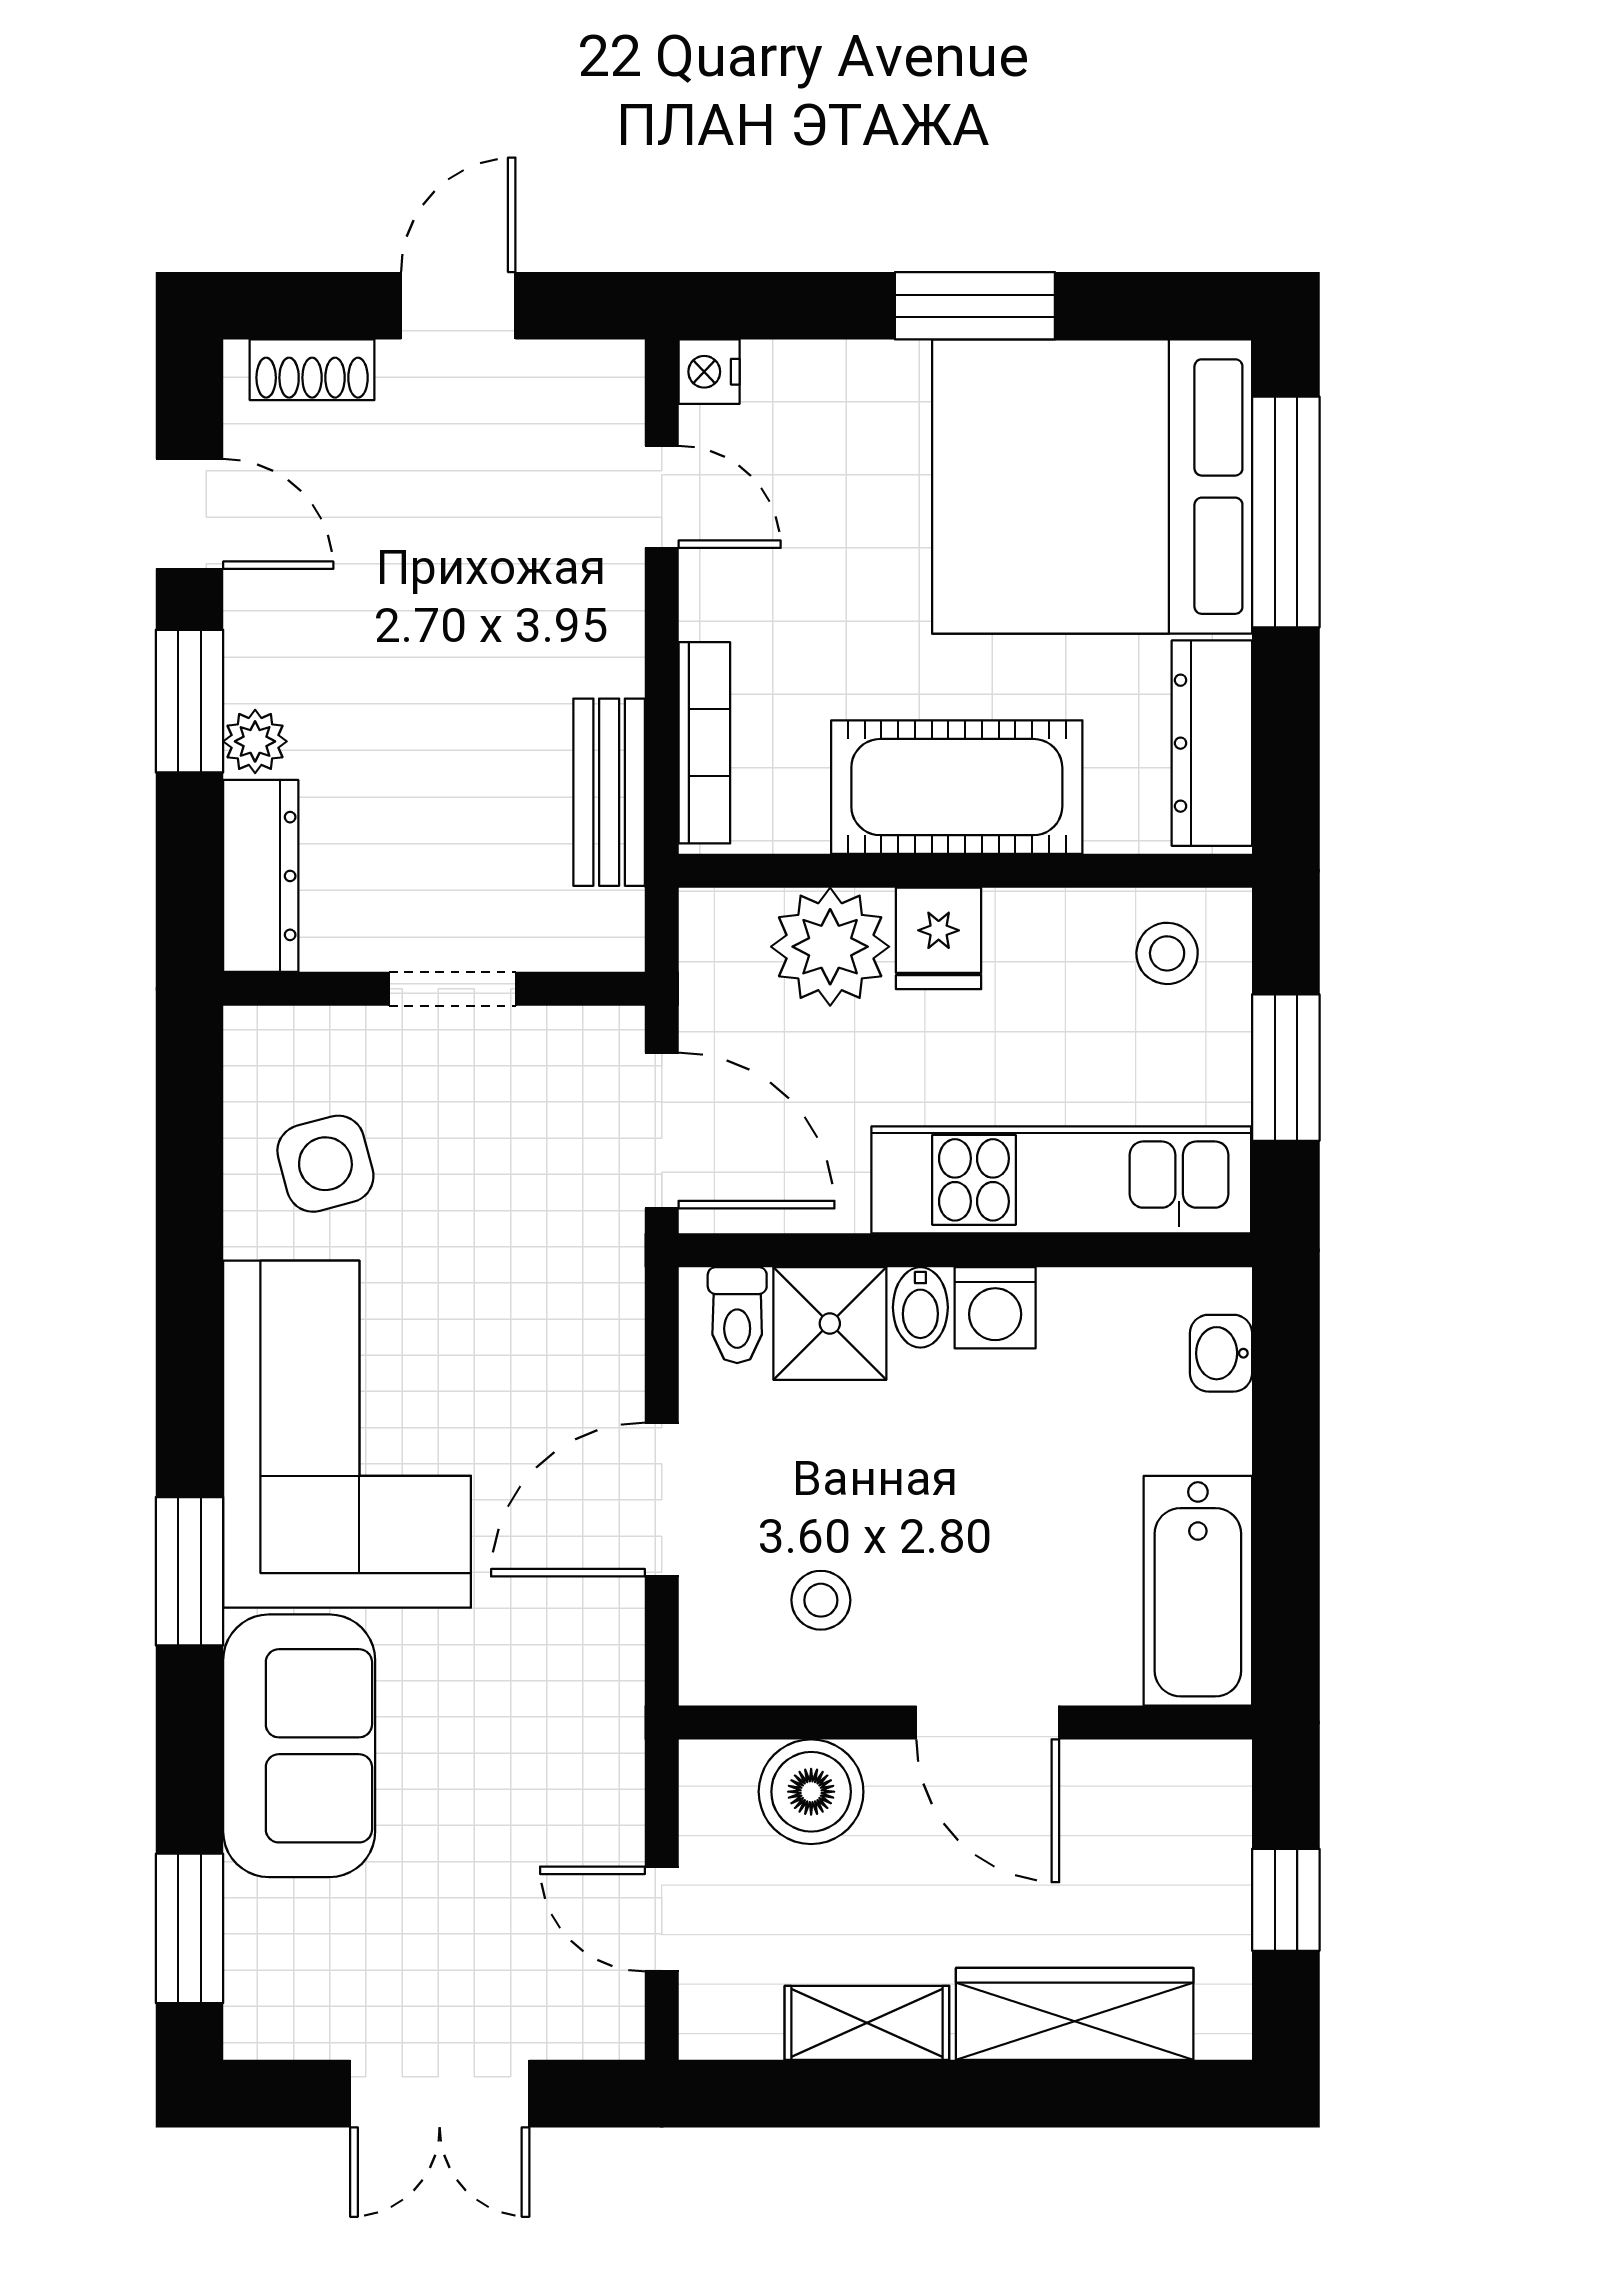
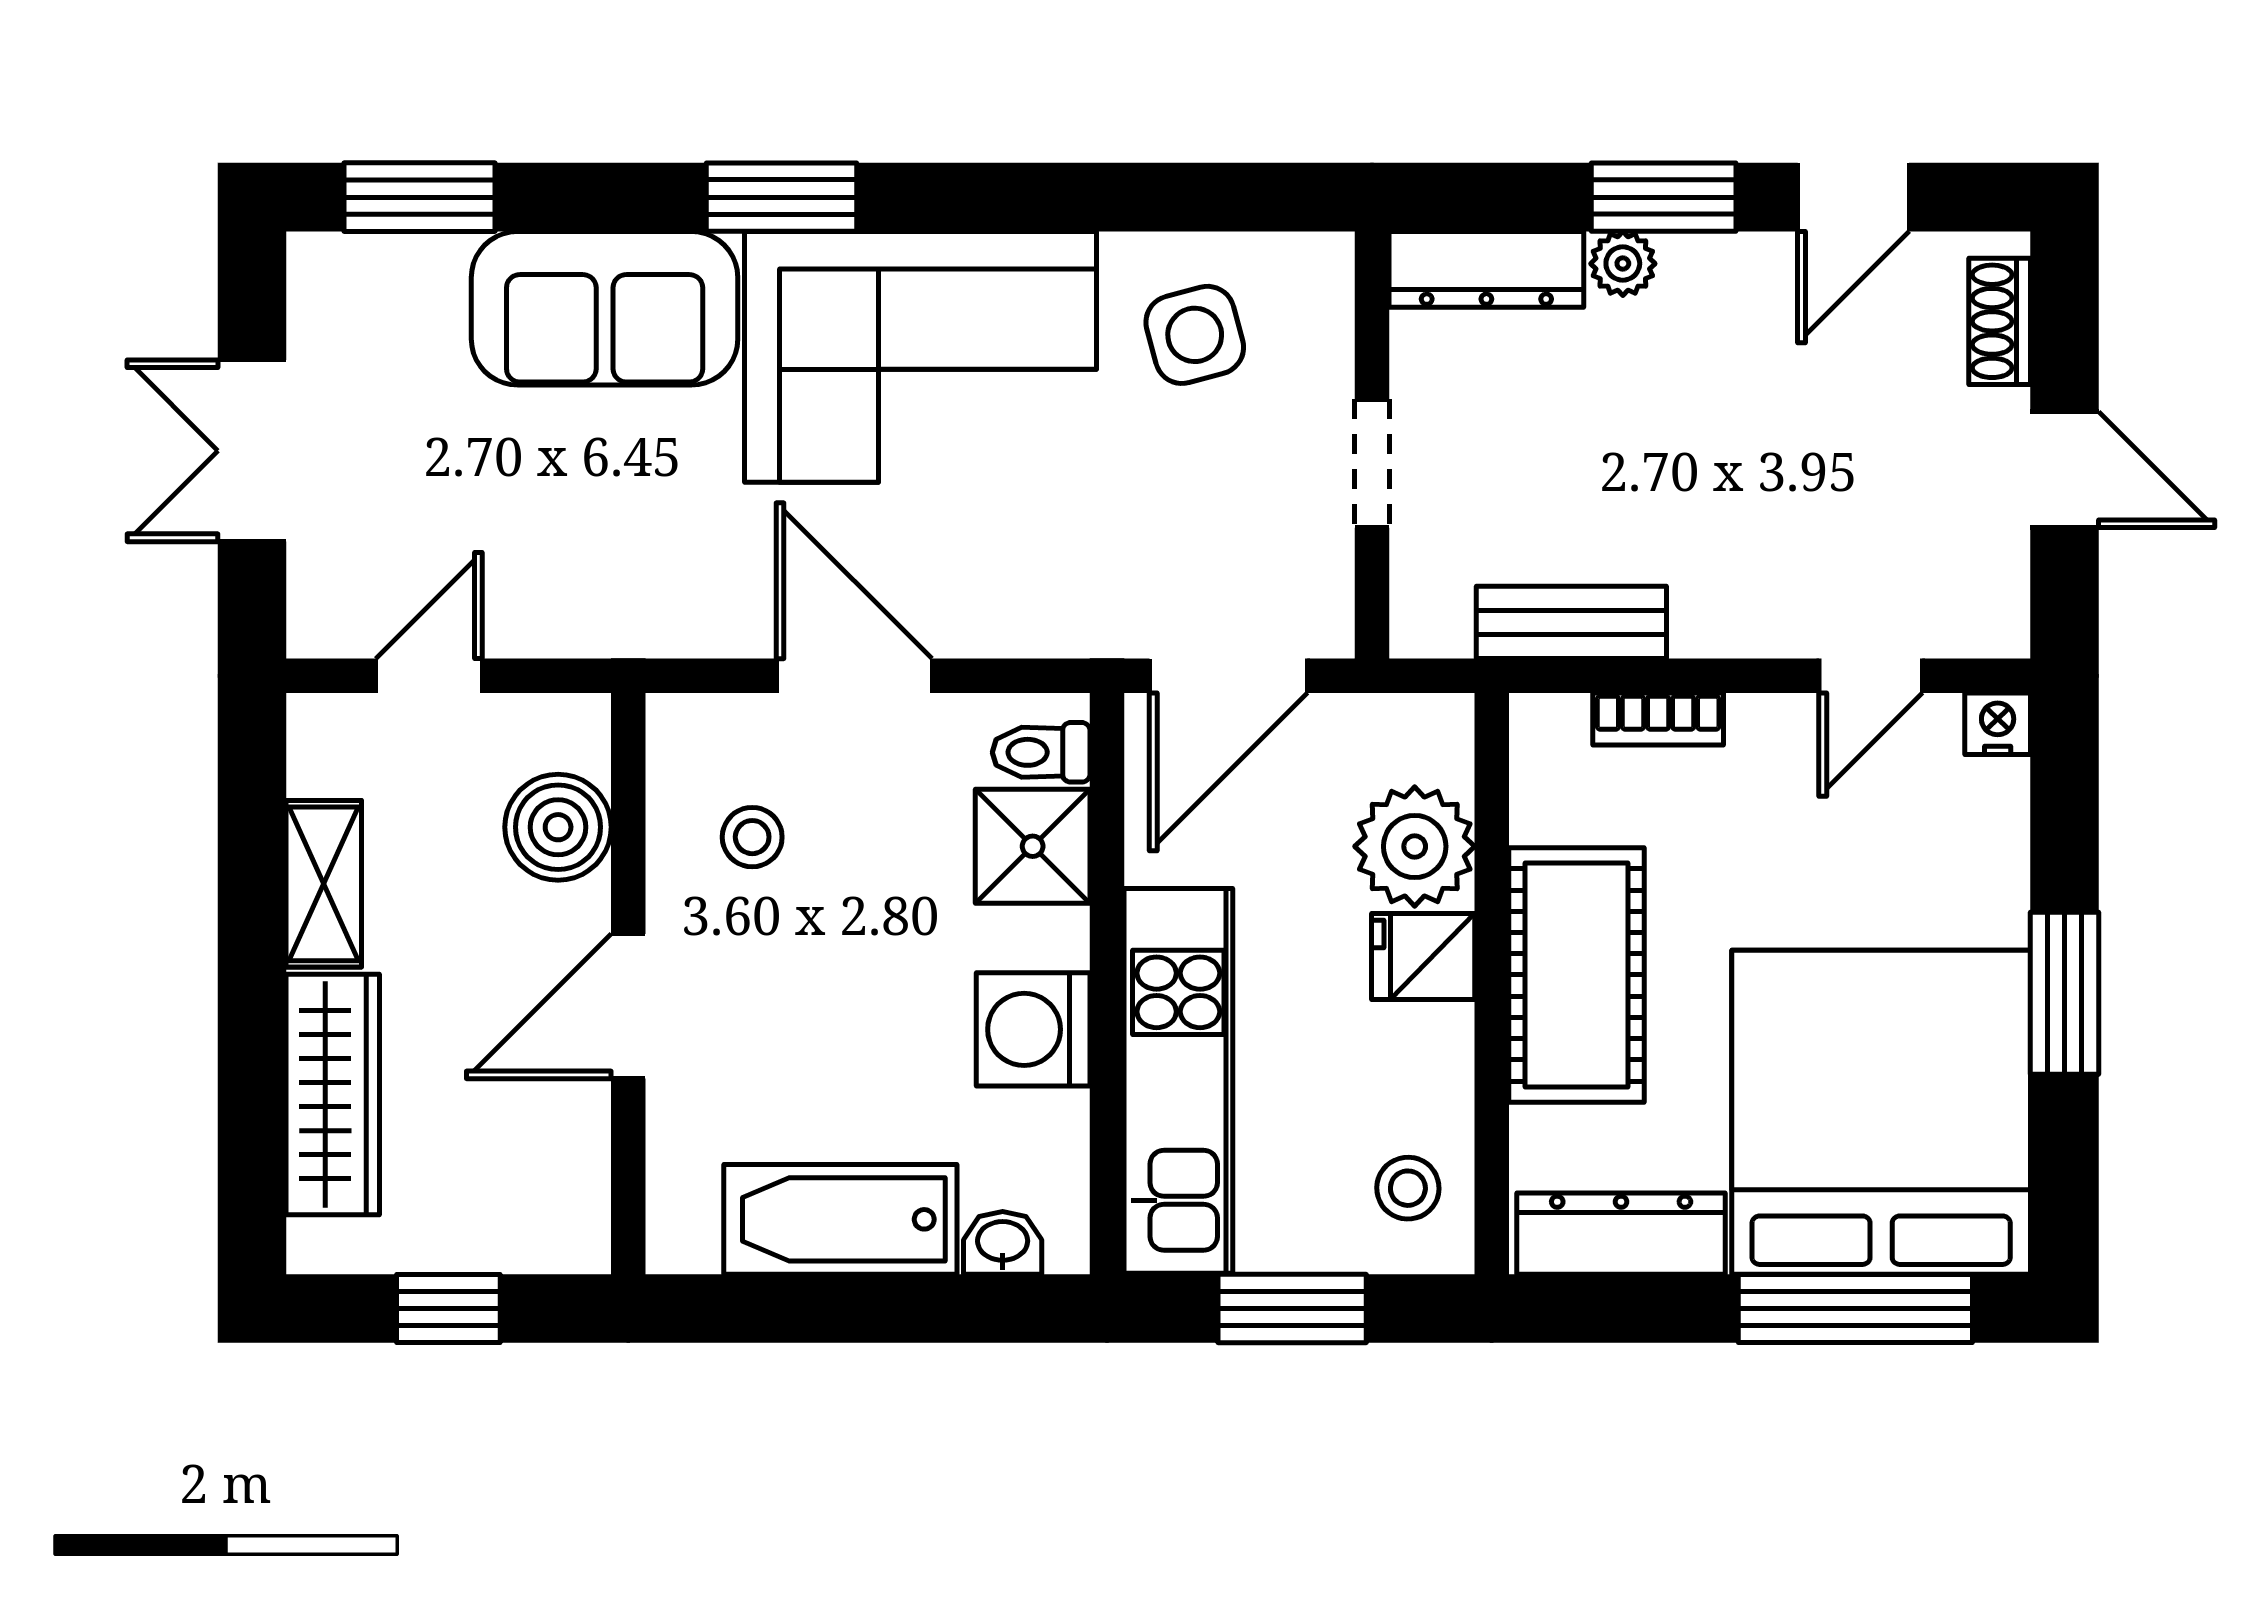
bookcase: (704, 743) -> (1658, 719), width x0.64
bidet: (920, 1307) -> (1049, 938), removed
washing machine: (995, 1308) -> (1033, 1029), width x1.38, depth x1.38
bathtub: (1198, 1591) -> (840, 1219), moved

